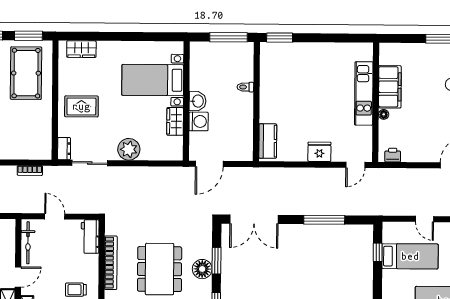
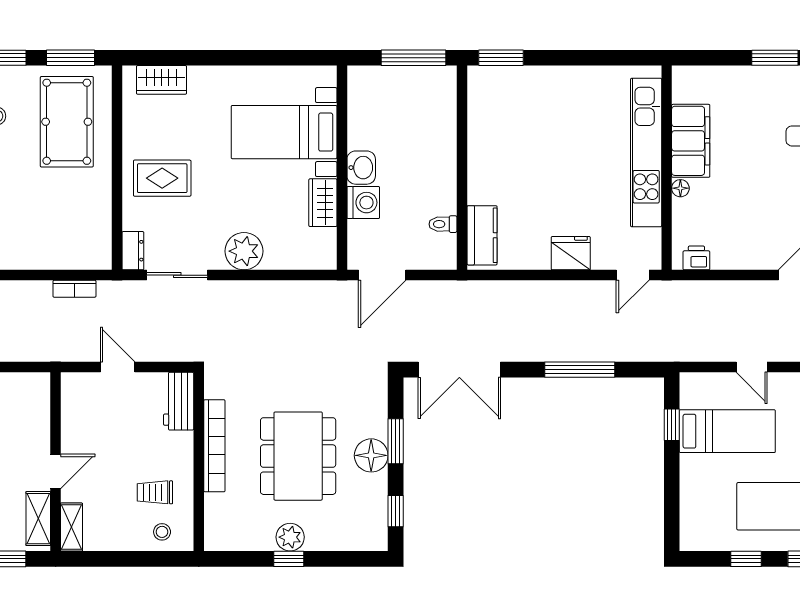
toilet: (245, 87) -> (443, 224), moved
kitchen unit: (364, 93) -> (646, 152), width x1.36
bicycle: (28, 243) -> (72, 412), removed

